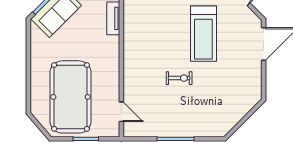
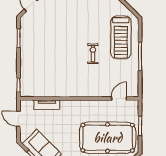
treadmill: (203, 34) -> (121, 37), moved, turned 90

